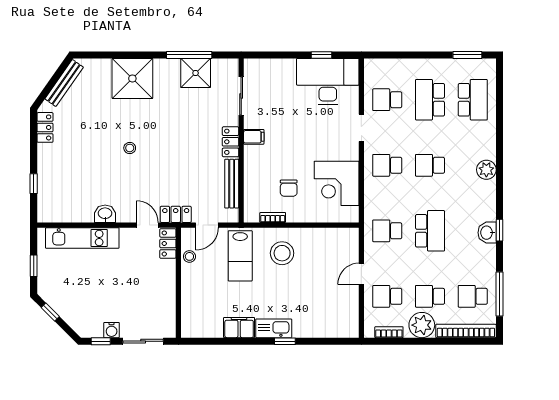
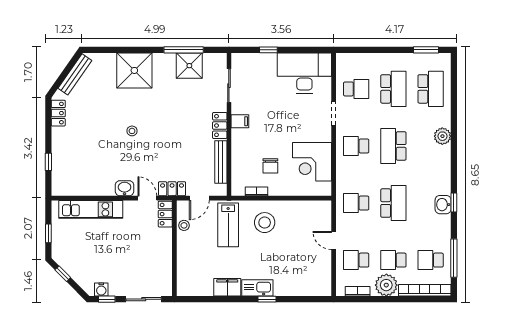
window: (322, 55) -> (268, 50), moved
school desk: (387, 100) -> (356, 89), turned 180
school desk: (430, 100) -> (393, 89), turned 180
school desk: (430, 165) -> (393, 146), width x1.85
plant: (486, 170) -> (442, 136), moved
washbasin: (105, 214) -> (125, 188), moved
door: (361, 274) -> (334, 240), hinge flipped
water cooler: (112, 330) -> (101, 289), moved

